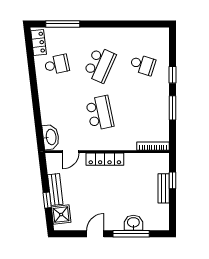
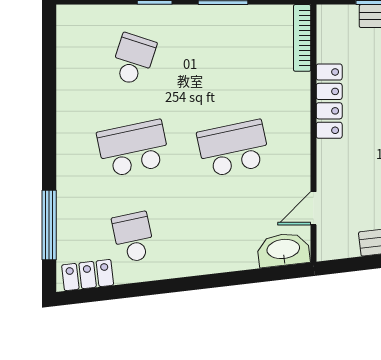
school desk: (100, 65) -> (133, 148), turned -36
door: (71, 152) -> (314, 208), swing flipped
locker: (105, 159) -> (329, 101), moved

